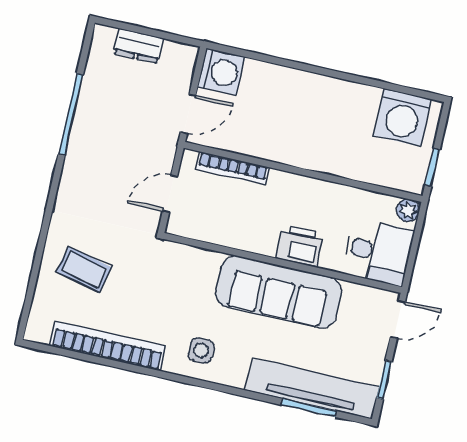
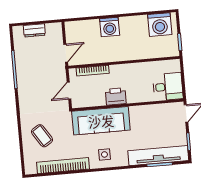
washing machine: (221, 72) -> (110, 27), moved, turned 90
plant: (408, 210) -> (175, 64), removed
printer: (300, 246) -> (116, 96), moved
coffee table: (84, 270) -> (42, 136), turned 44
sofa: (279, 292) -> (101, 121), moved

